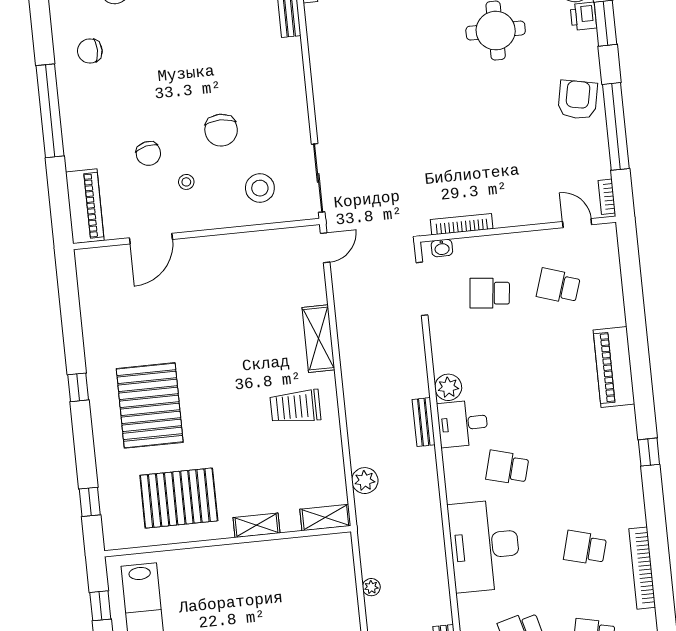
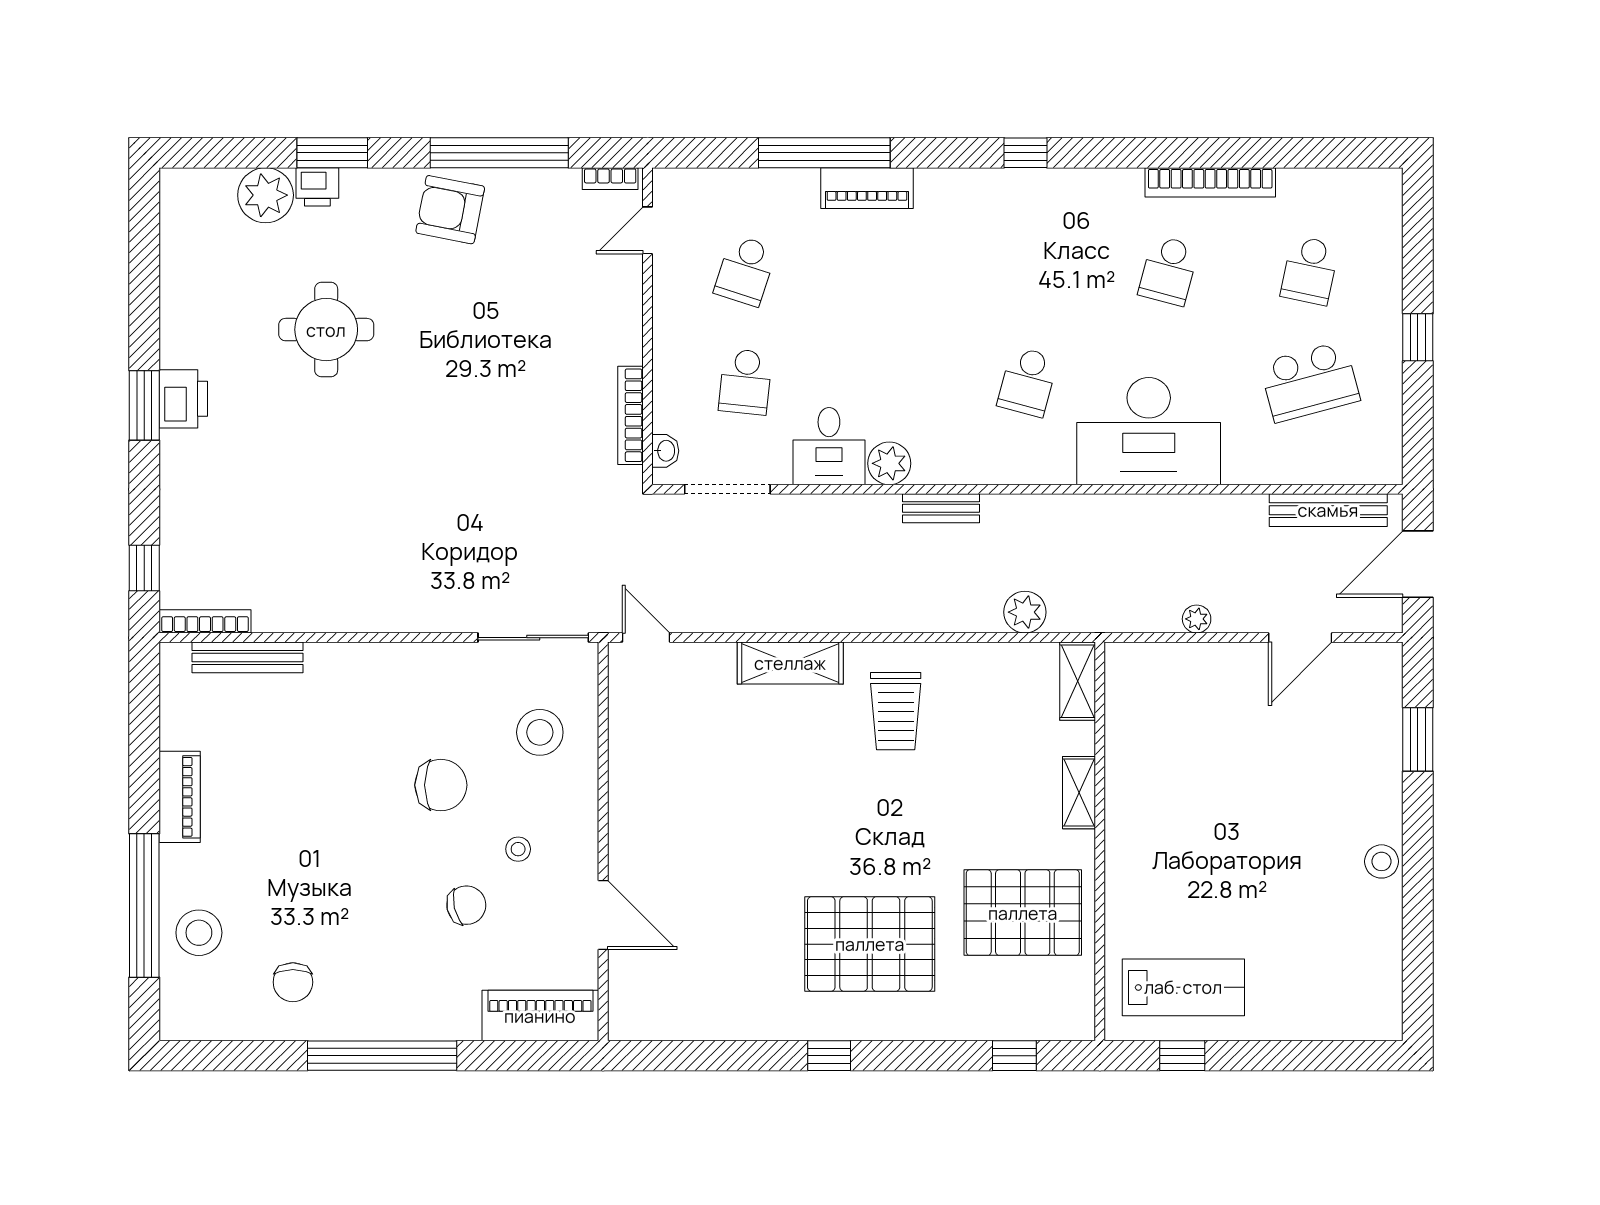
window: (636, 328) -> (824, 153), added
piano: (614, 367) -> (867, 188), width x0.73, depth x0.75
desk: (463, 424) -> (829, 446), moved
pallet: (179, 498) -> (1023, 913), turned 90

